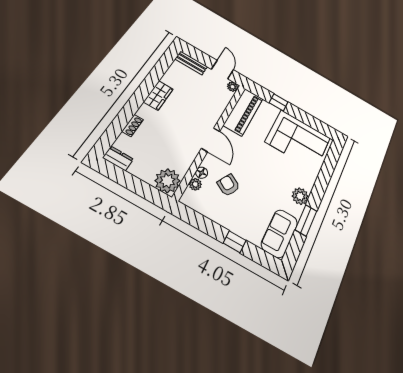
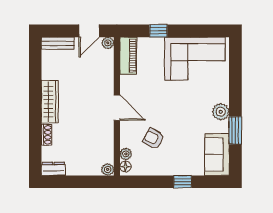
door: (222, 70) -> (89, 31), swing flipped
wardrobe: (158, 95) -> (50, 102), width x1.50
piano: (243, 112) -> (128, 56), width x0.73, depth x0.75
floor lamp: (202, 173) -> (125, 167), moved
plant: (167, 181) -> (108, 169), width x0.53, depth x0.53

